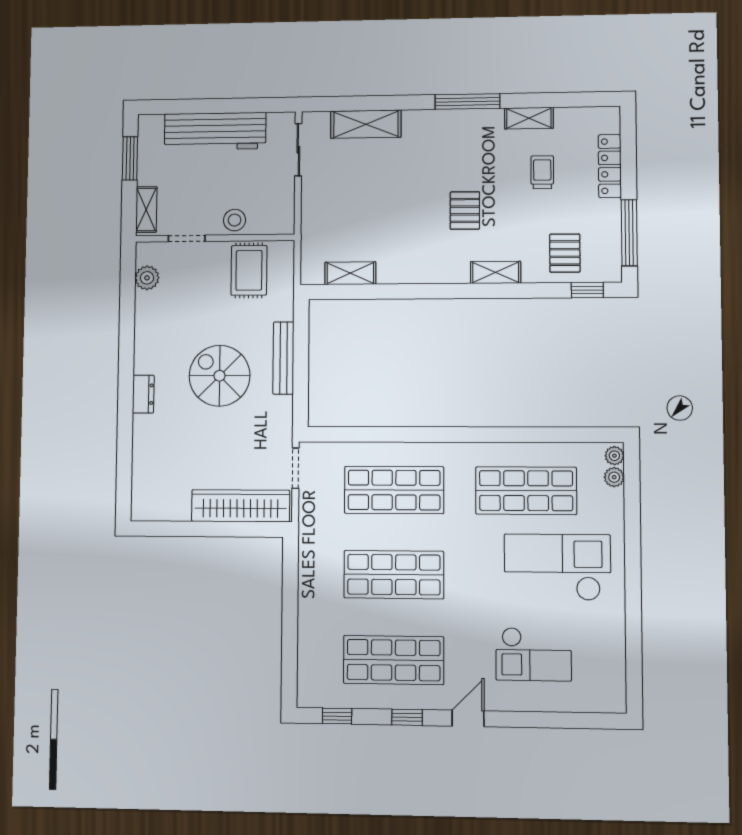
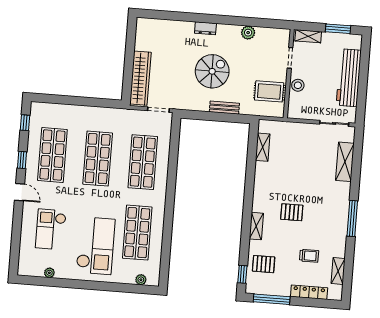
shelving: (529, 118) -> (338, 271), moved
plant: (147, 278) -> (248, 33), moved
bench: (283, 358) -> (224, 108), width x0.73
plant: (614, 456) -> (49, 273), moved

